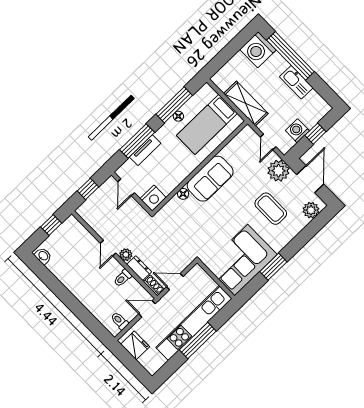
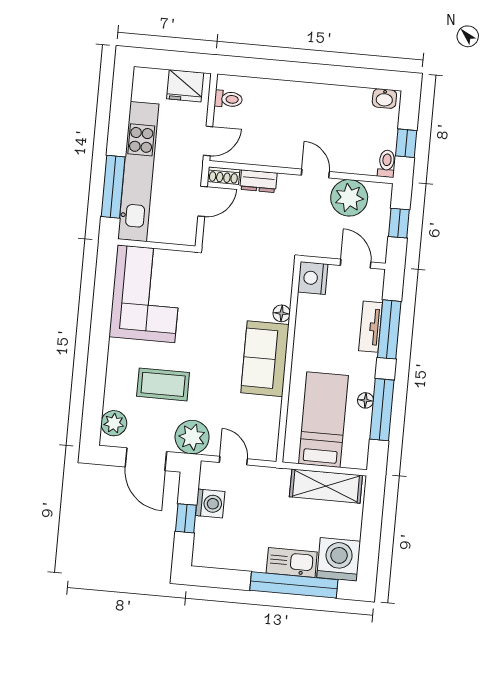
kitchen sink: (296, 82) -> (292, 562), moved
shelving: (246, 104) -> (326, 486), moved
plant: (126, 255) -> (349, 198), moved, width x1.88, depth x1.88
window: (273, 267) -> (101, 319), removed
toilet: (123, 278) -> (387, 164), moved
window: (198, 341) -> (113, 187), moved

